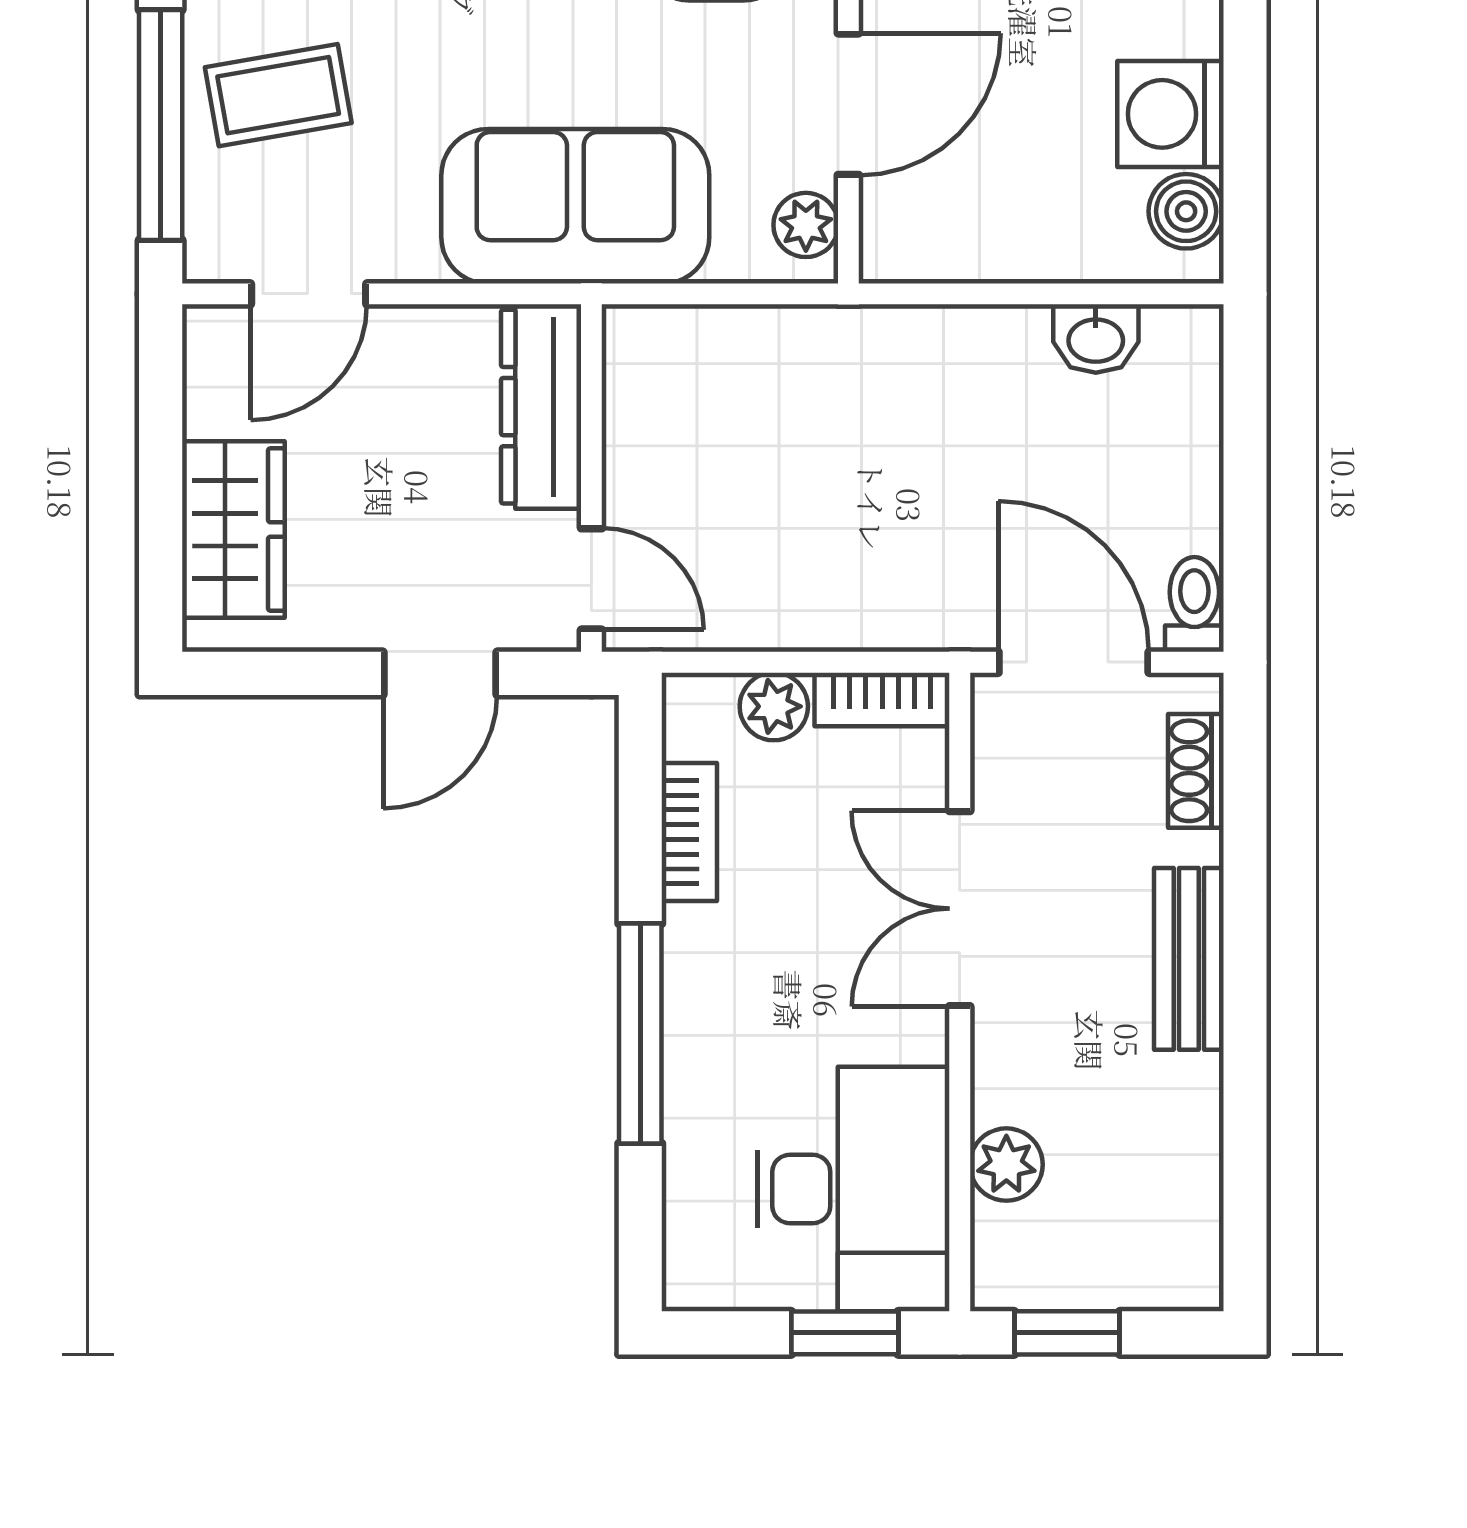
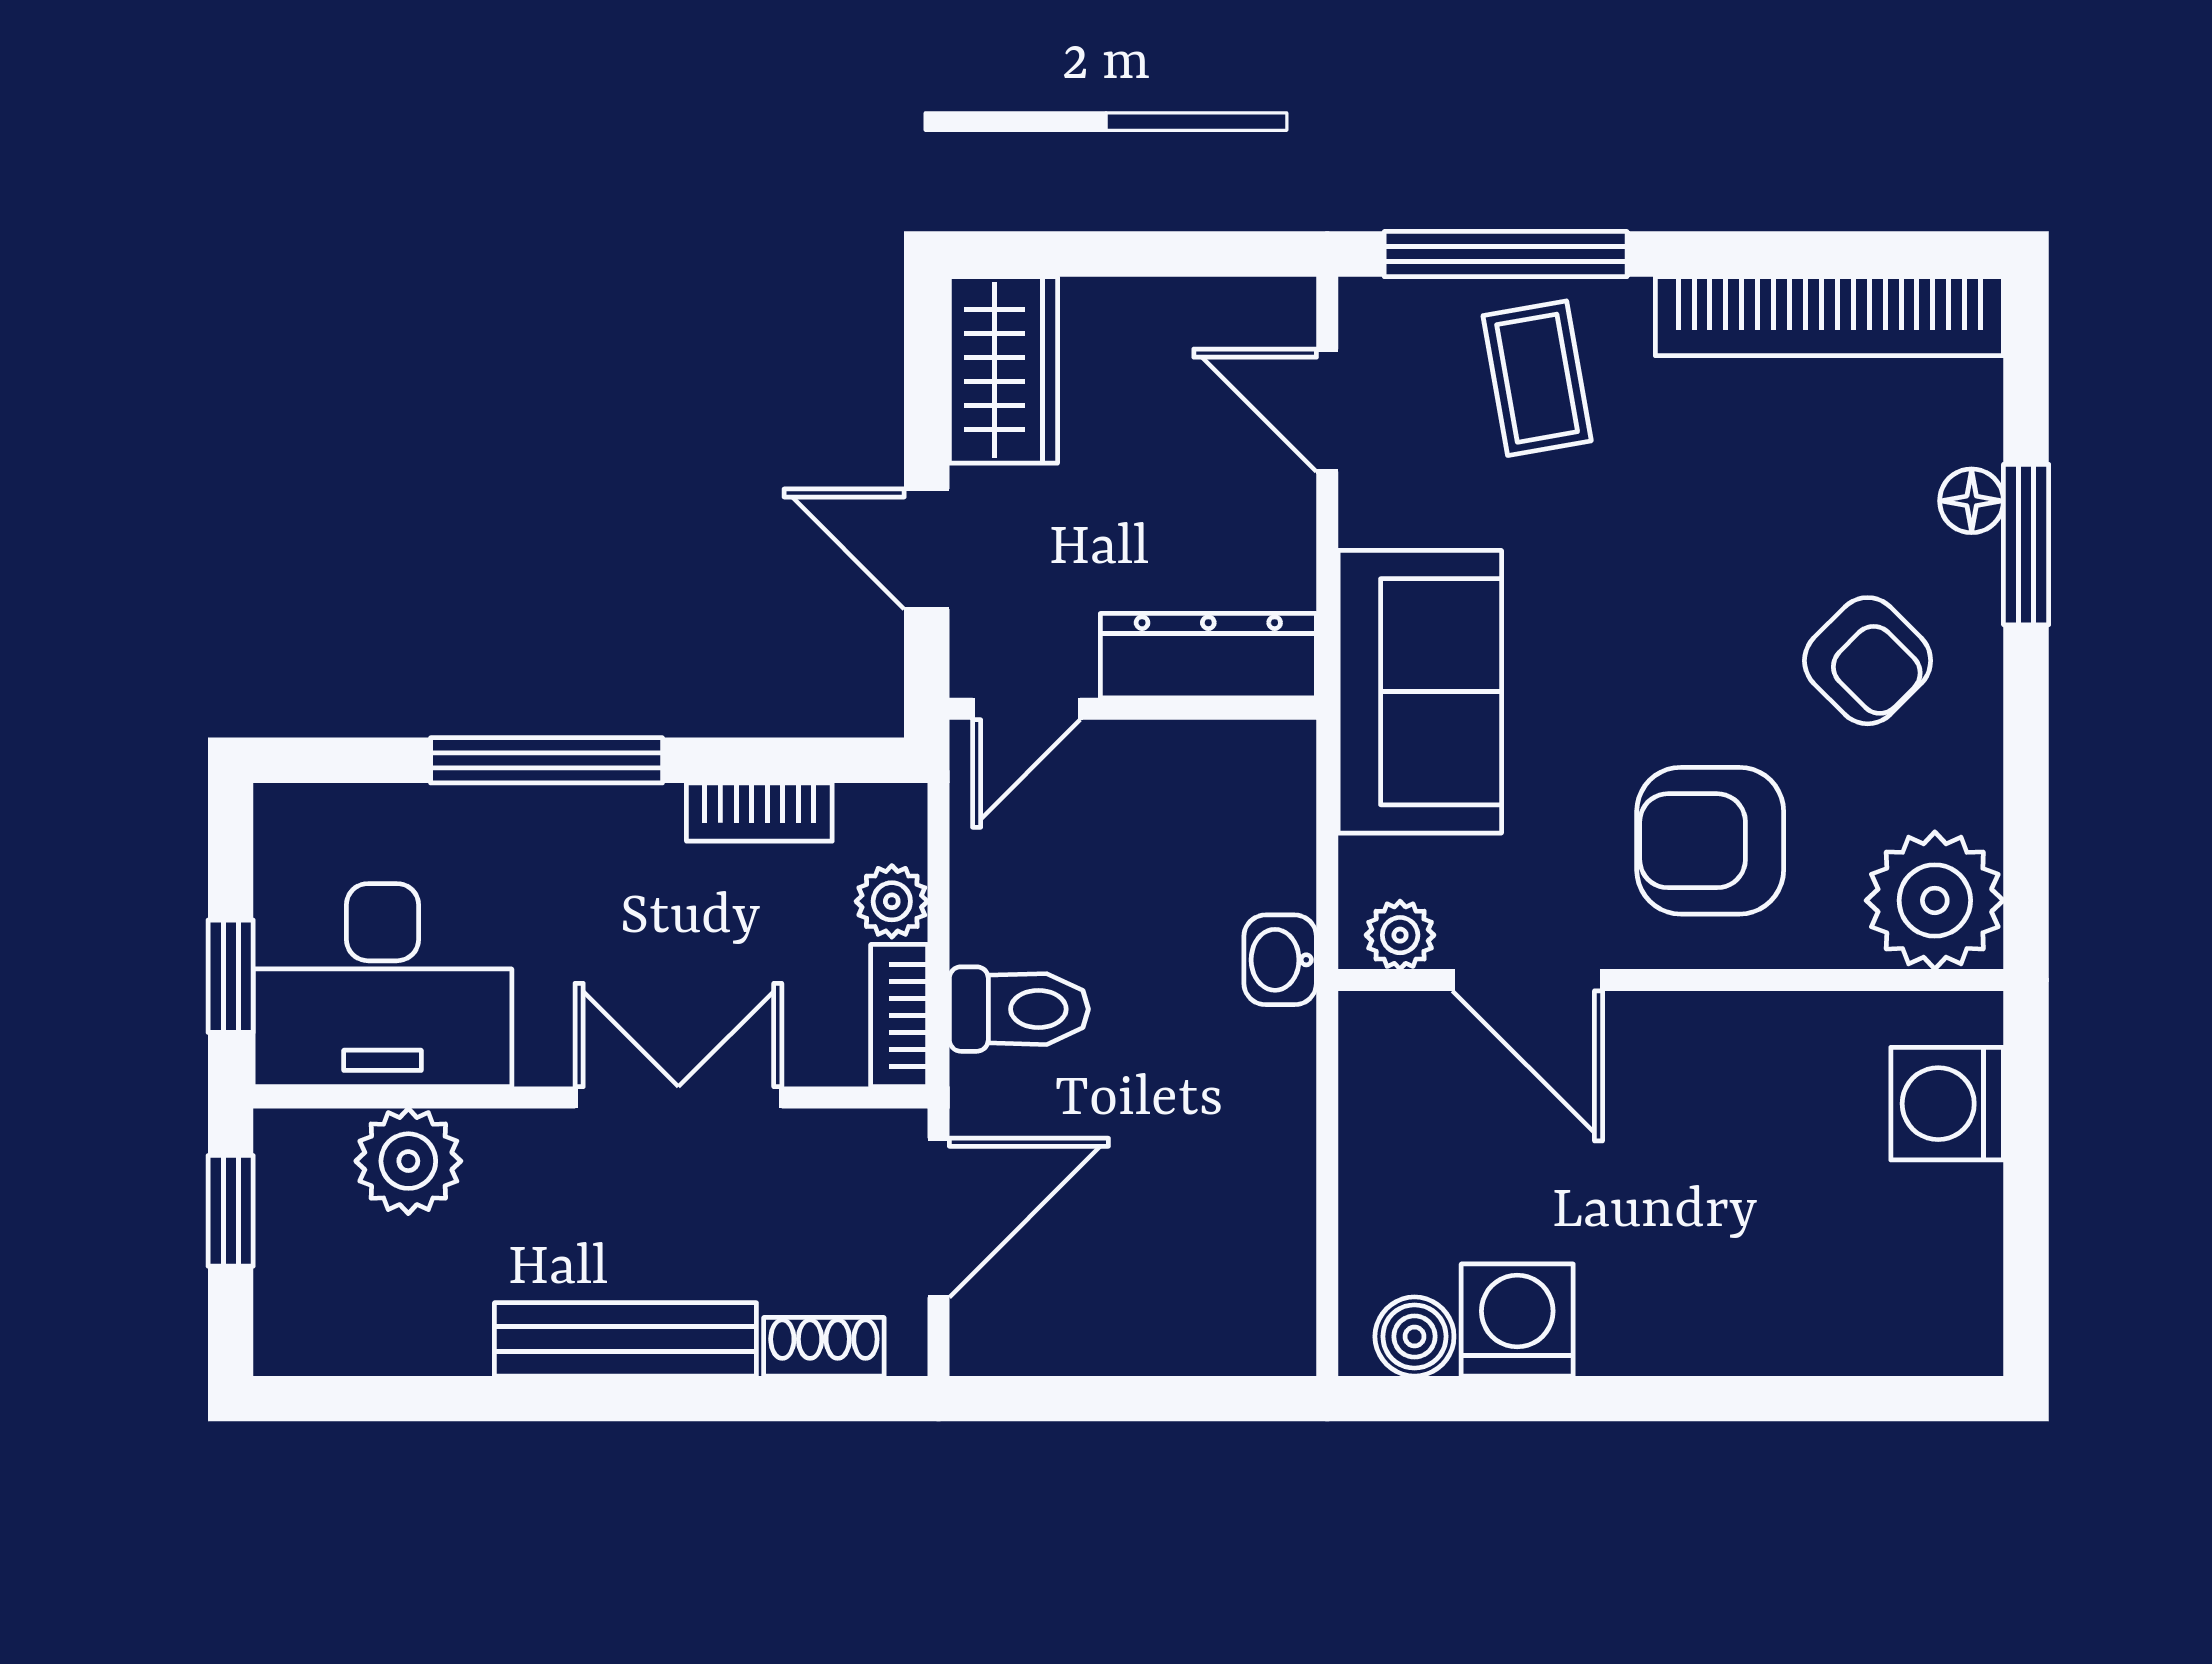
washbasin: (1096, 339) -> (1280, 960), moved
wardrobe: (233, 530) -> (1003, 370), moved, turned -90
toilet: (1194, 604) -> (1019, 1009), moved, width x1.37, depth x1.39
bench: (1189, 959) -> (625, 1339), width x1.36
plant: (1006, 1165) -> (408, 1161), width x1.38, depth x1.38

